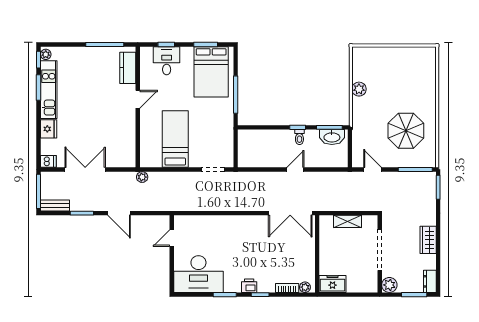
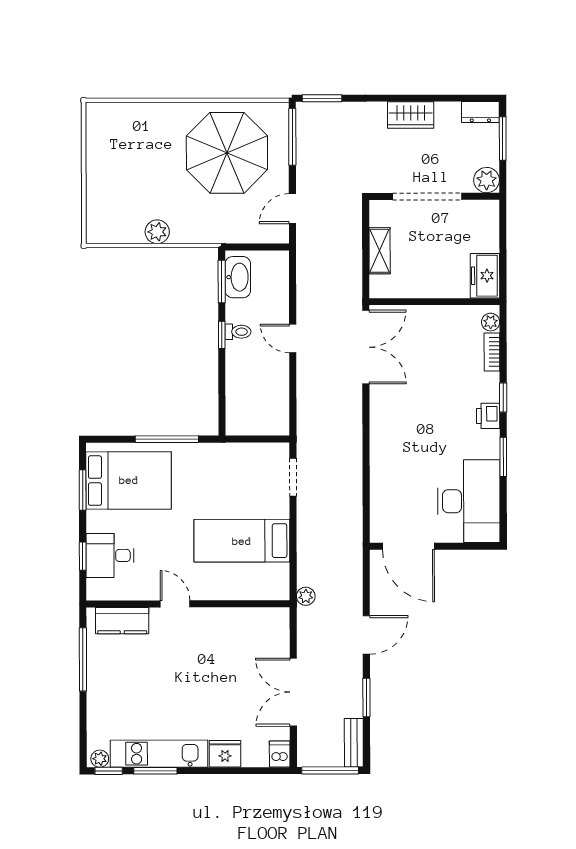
parasol: (406, 131) -> (227, 153), width x1.36, depth x1.36
door: (172, 238) -> (408, 546), width x1.87

